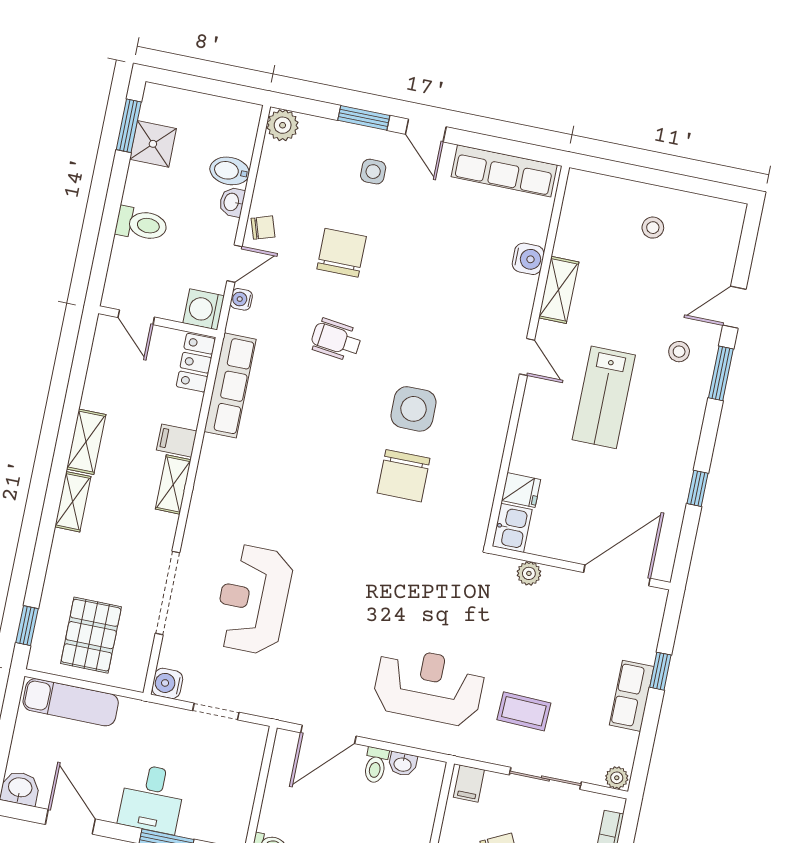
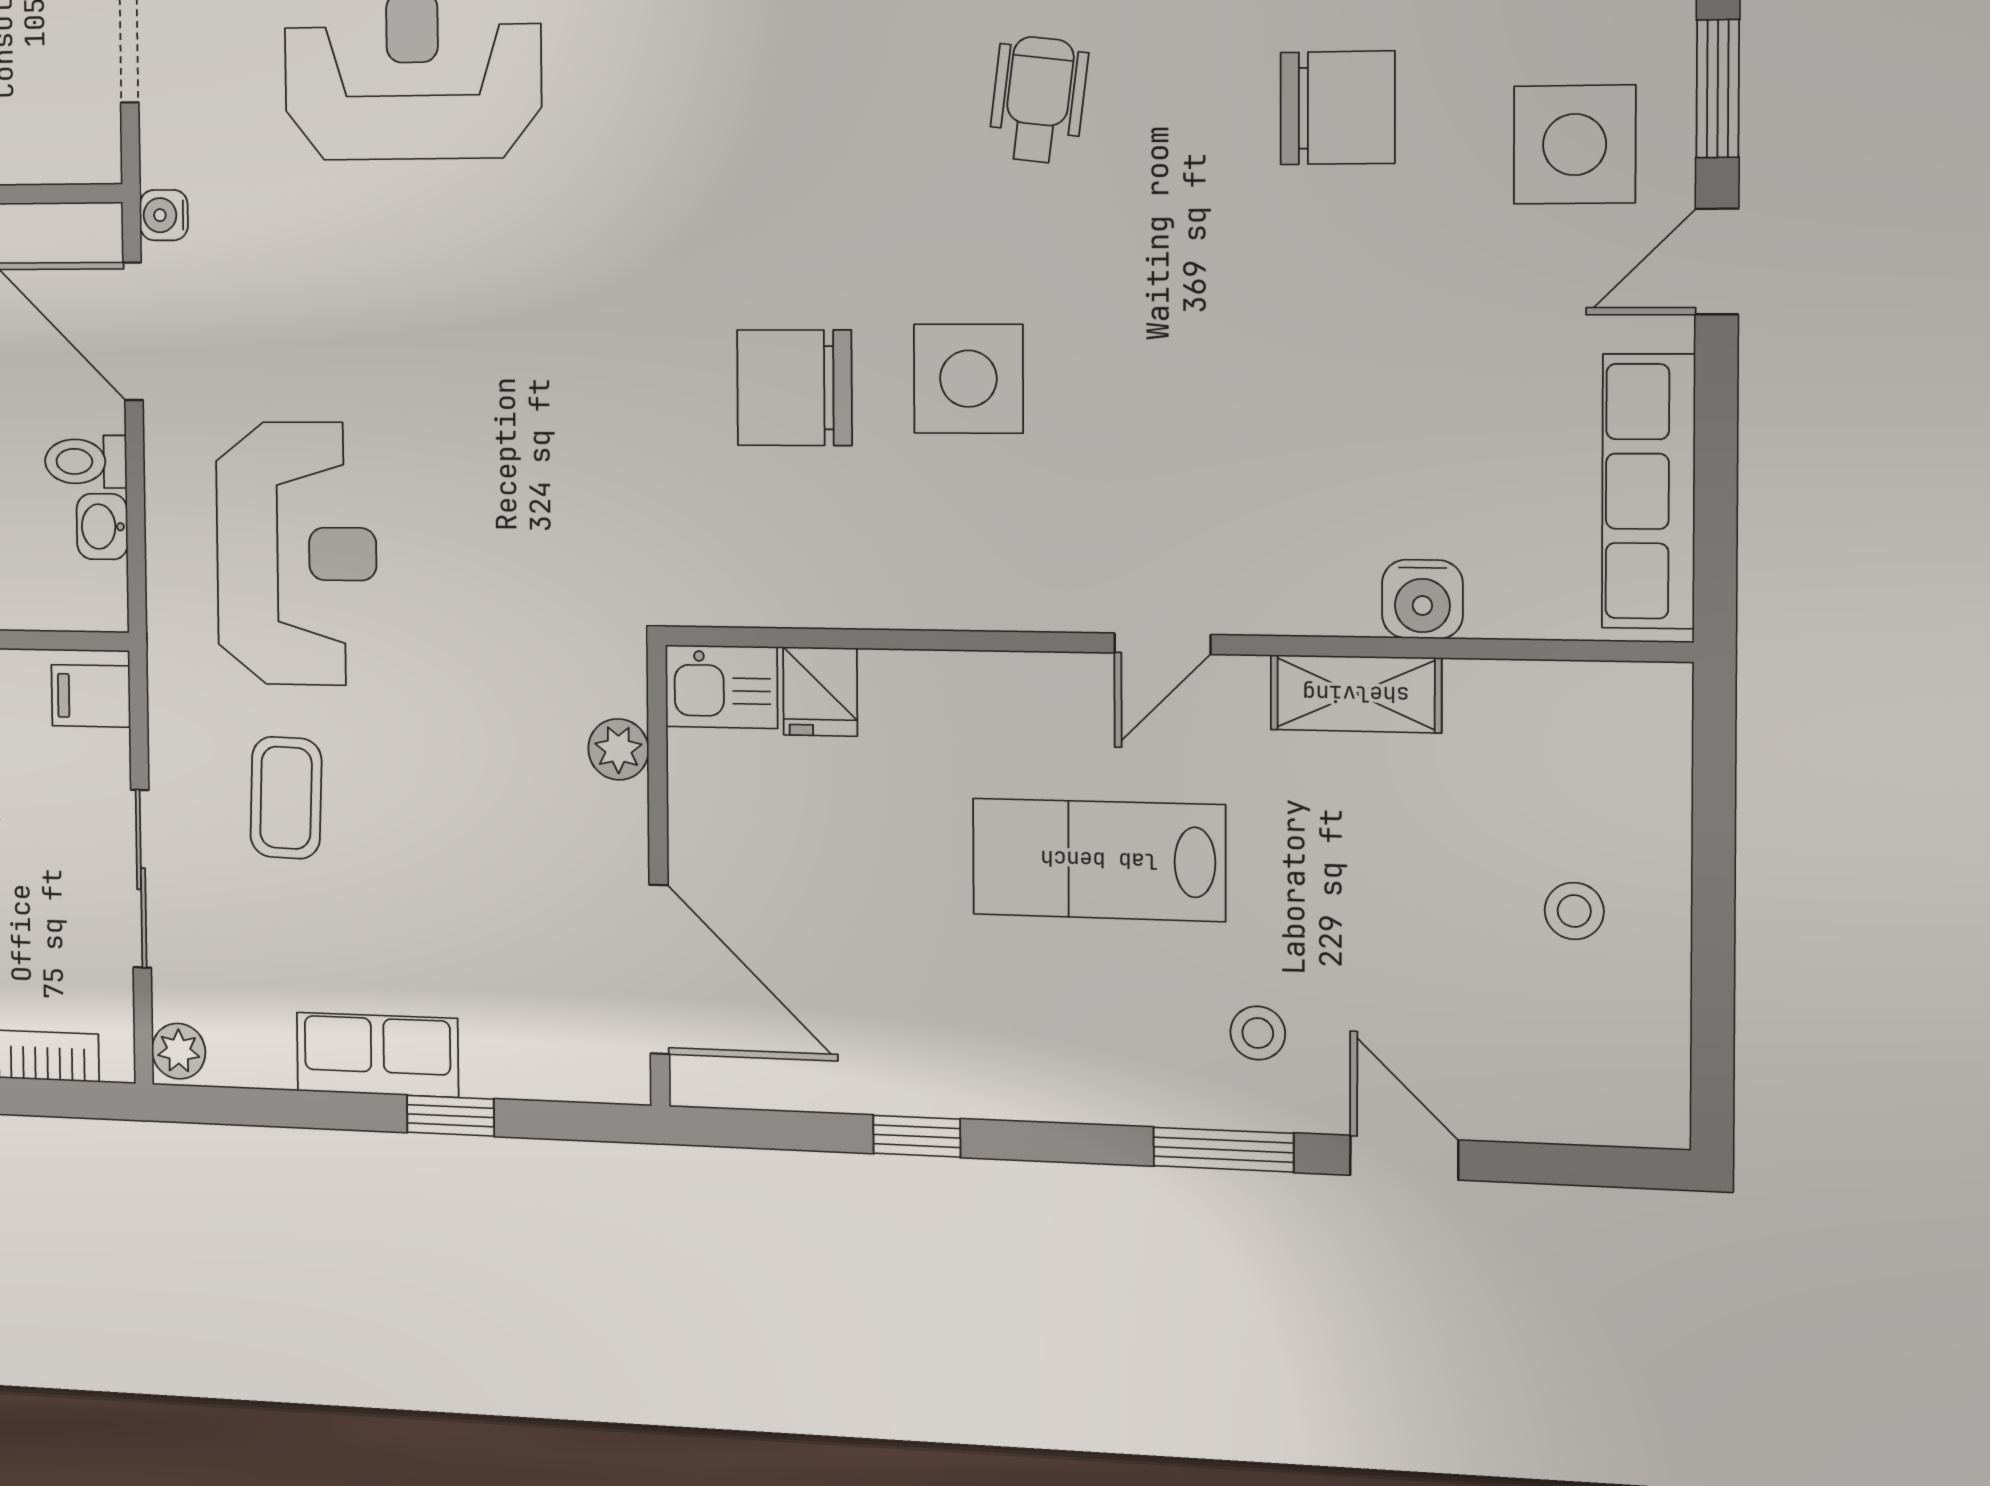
side table: (373, 172) -> (1575, 145), width x1.87, depth x1.87
wheelchair: (336, 340) -> (1038, 100), moved
water cooler: (285, 712) -> (164, 215), added

